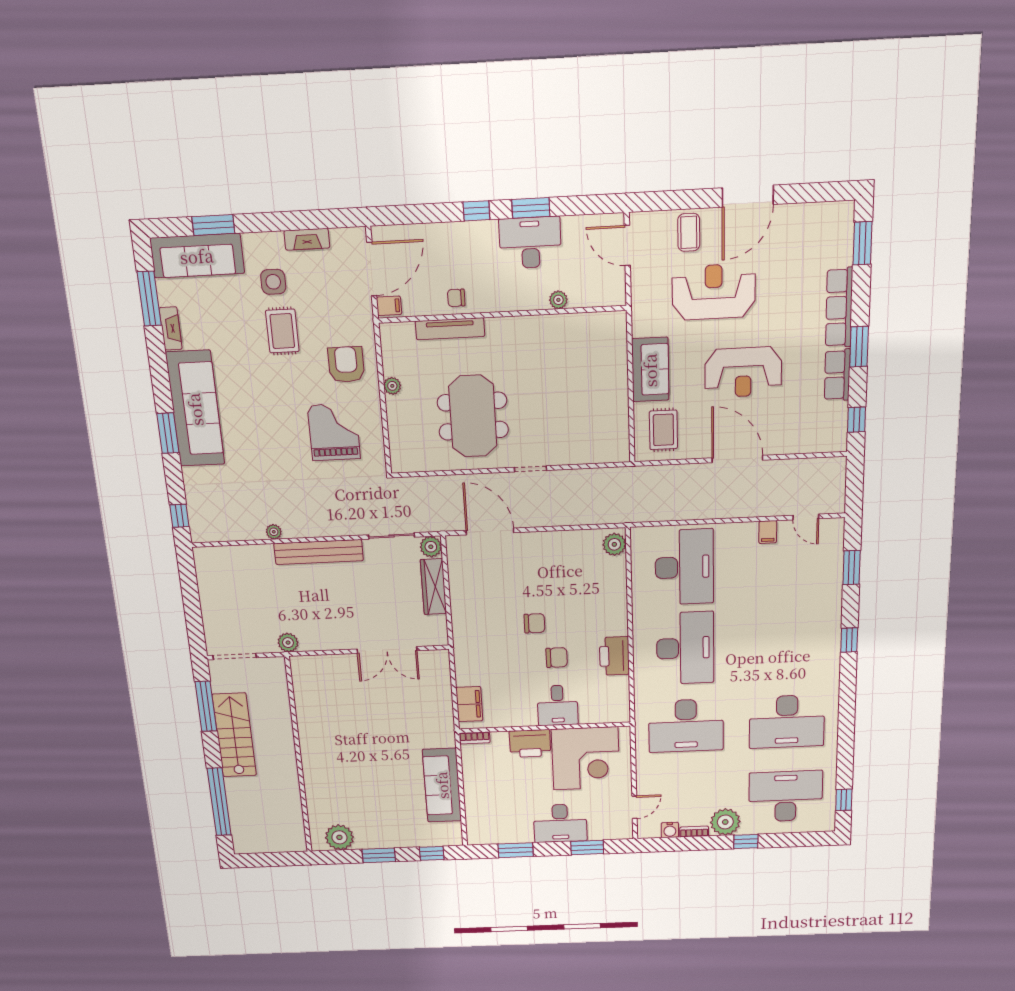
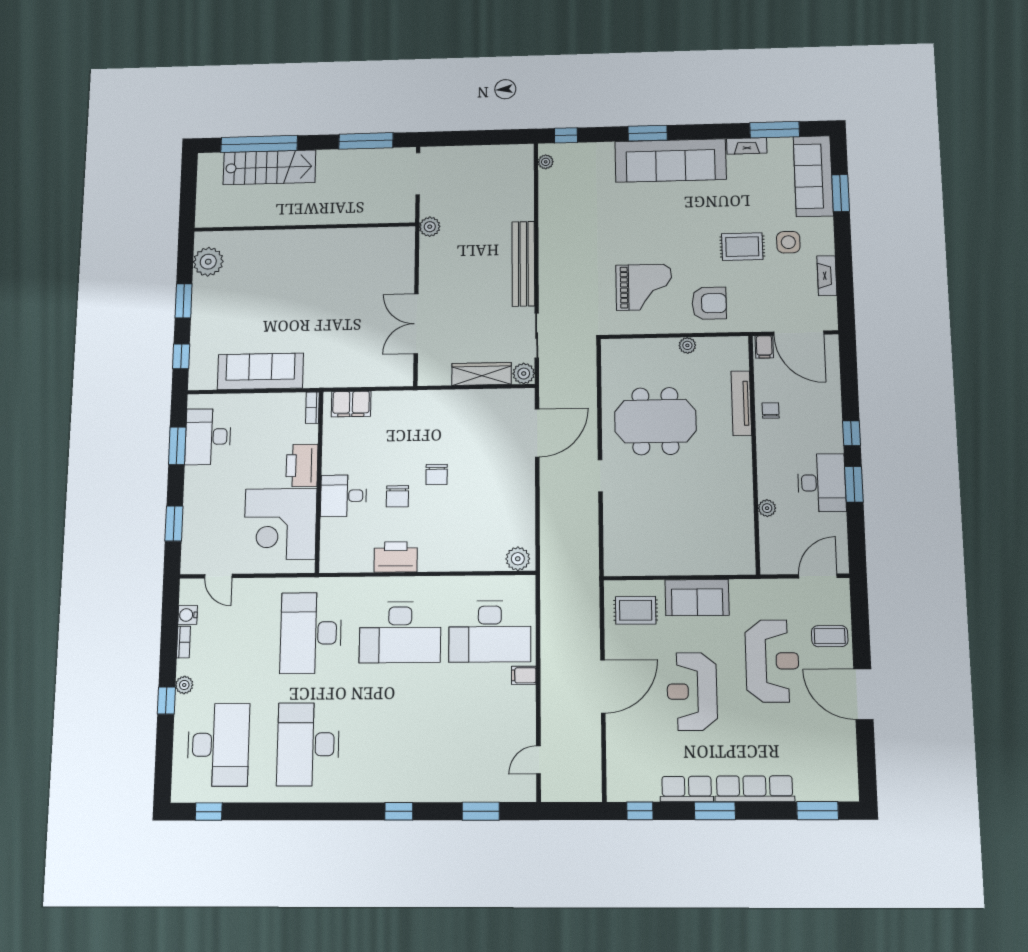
plant: (274, 532) -> (546, 162), moved
filing cabinet: (768, 532) -> (524, 675), moved
stairs: (234, 735) -> (269, 167), moved
plant: (725, 822) -> (184, 685), width x0.53, depth x0.53
desk: (560, 823) -> (208, 437), moved

